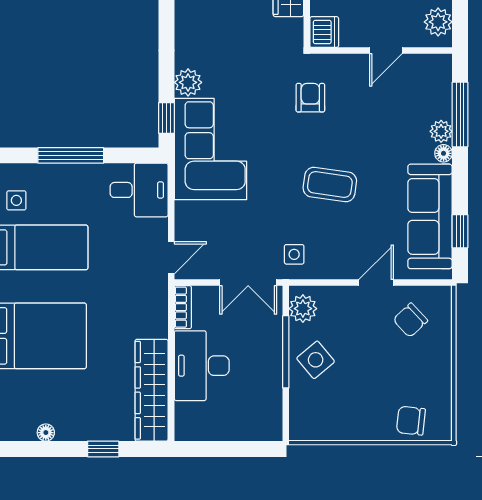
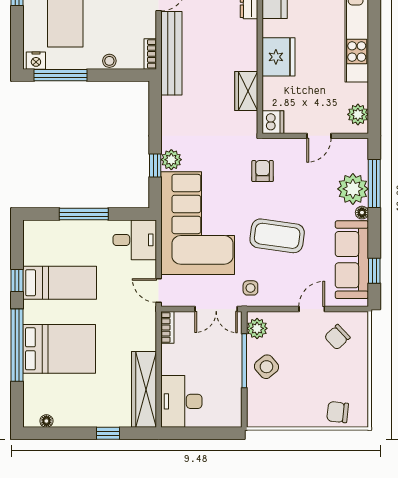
window: (166, 118) -> (155, 165), moved
plant: (441, 131) -> (353, 189), width x1.87, depth x1.87
corner sofa: (210, 149) -> (198, 223), width x1.36, depth x1.36
coffee table: (330, 185) -> (277, 236), width x1.36, depth x1.32
side table: (16, 200) -> (43, 248), removed
door: (171, 258) -> (159, 291), swing flipped
desk: (202, 366) -> (181, 401), moved
floor lamp: (46, 433) -> (46, 421), moved

